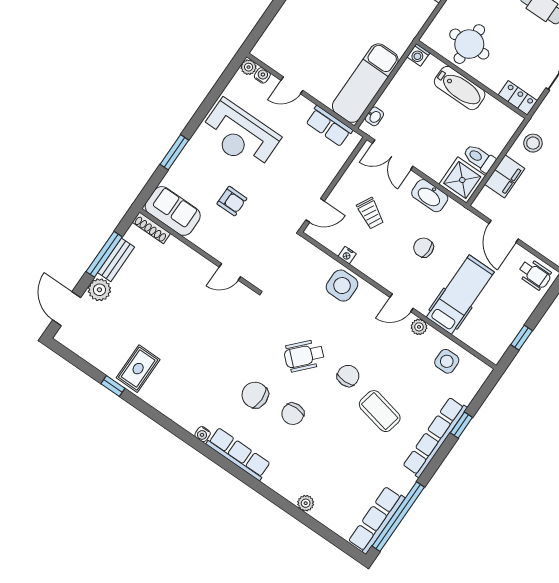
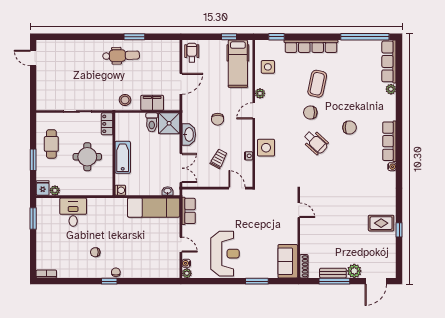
round table: (469, 44) -> (87, 157), moved
armchair: (232, 201) -> (262, 234), removed
hospital bed: (460, 295) -> (238, 64), moved, turned -90
door: (402, 303) -> (254, 111), swing flipped
chair: (255, 395) -> (353, 154), removed
window: (461, 425) -> (277, 37), moved
row of seats: (376, 520) -> (389, 61), moved, turned 90

